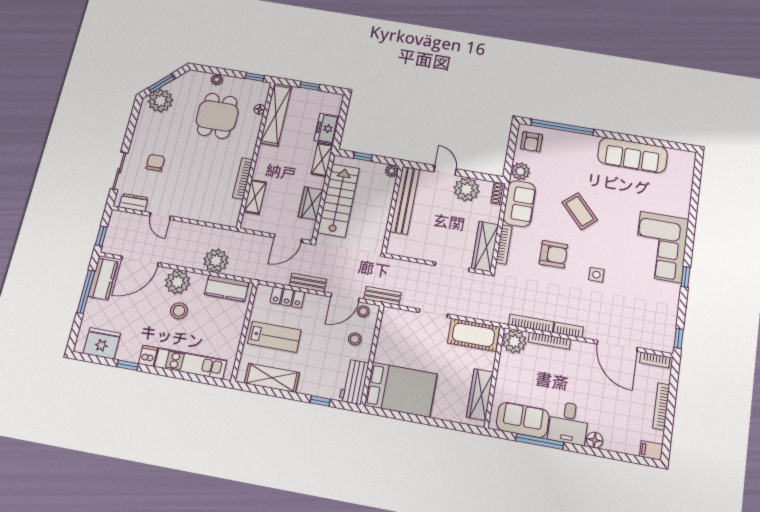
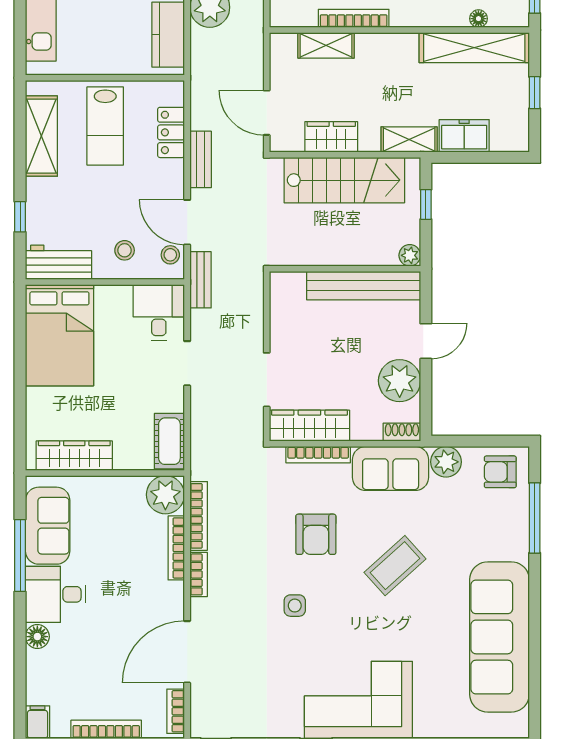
window: (562, 127) -> (535, 518), width x0.68
sofa: (632, 155) -> (499, 637), width x1.36, depth x1.27
desk: (398, 325) -> (159, 312), added
cot: (474, 335) -> (169, 441), width x0.73, depth x0.75

